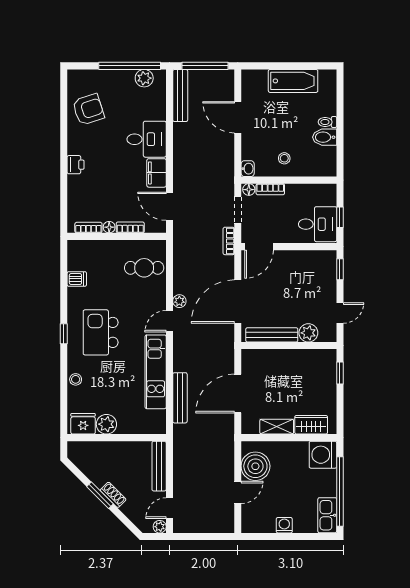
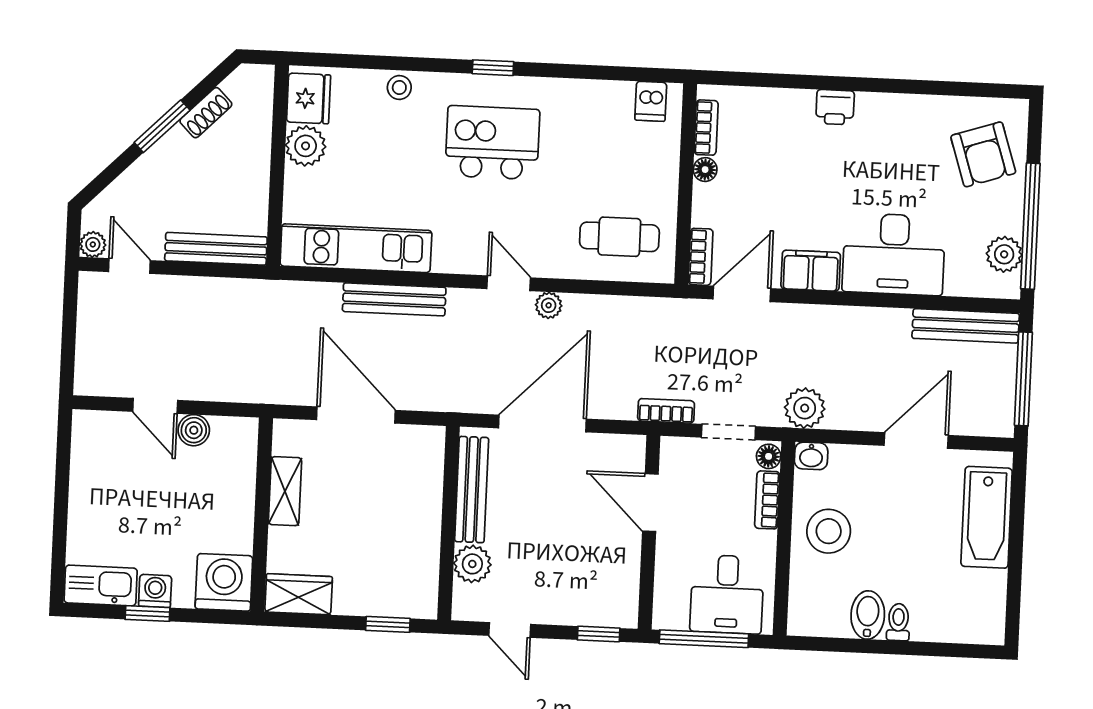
bathtub: (293, 81) -> (987, 517), moved
armchair: (88, 109) -> (983, 154), moved
desk: (147, 139) -> (894, 254), width x1.37
stool: (284, 158) -> (829, 531), width x1.89, depth x1.89
plant: (224, 173) -> (805, 408), added
window: (340, 217) -> (704, 639), width x2.17
desk: (318, 224) -> (727, 594), moved
bookcase: (130, 227) -> (701, 257), moved
door: (259, 247) -> (650, 503), moved
cafe table: (144, 268) -> (619, 237), turned 90
dishwasher: (77, 279) -> (651, 101), moved
door: (238, 302) -> (542, 423), hinge flipped
kitchen unit: (156, 372) -> (356, 248), moved
bench: (180, 398) -> (394, 299), moved
wardrobe: (311, 425) -> (299, 594), moved, turned -90
boiler: (255, 466) -> (194, 430), width x0.54, depth x0.54
window: (340, 492) -> (147, 613), width x0.32
shoe rack: (113, 495) -> (206, 113), moved
washing machine: (284, 525) -> (155, 591), moved, turned -90

